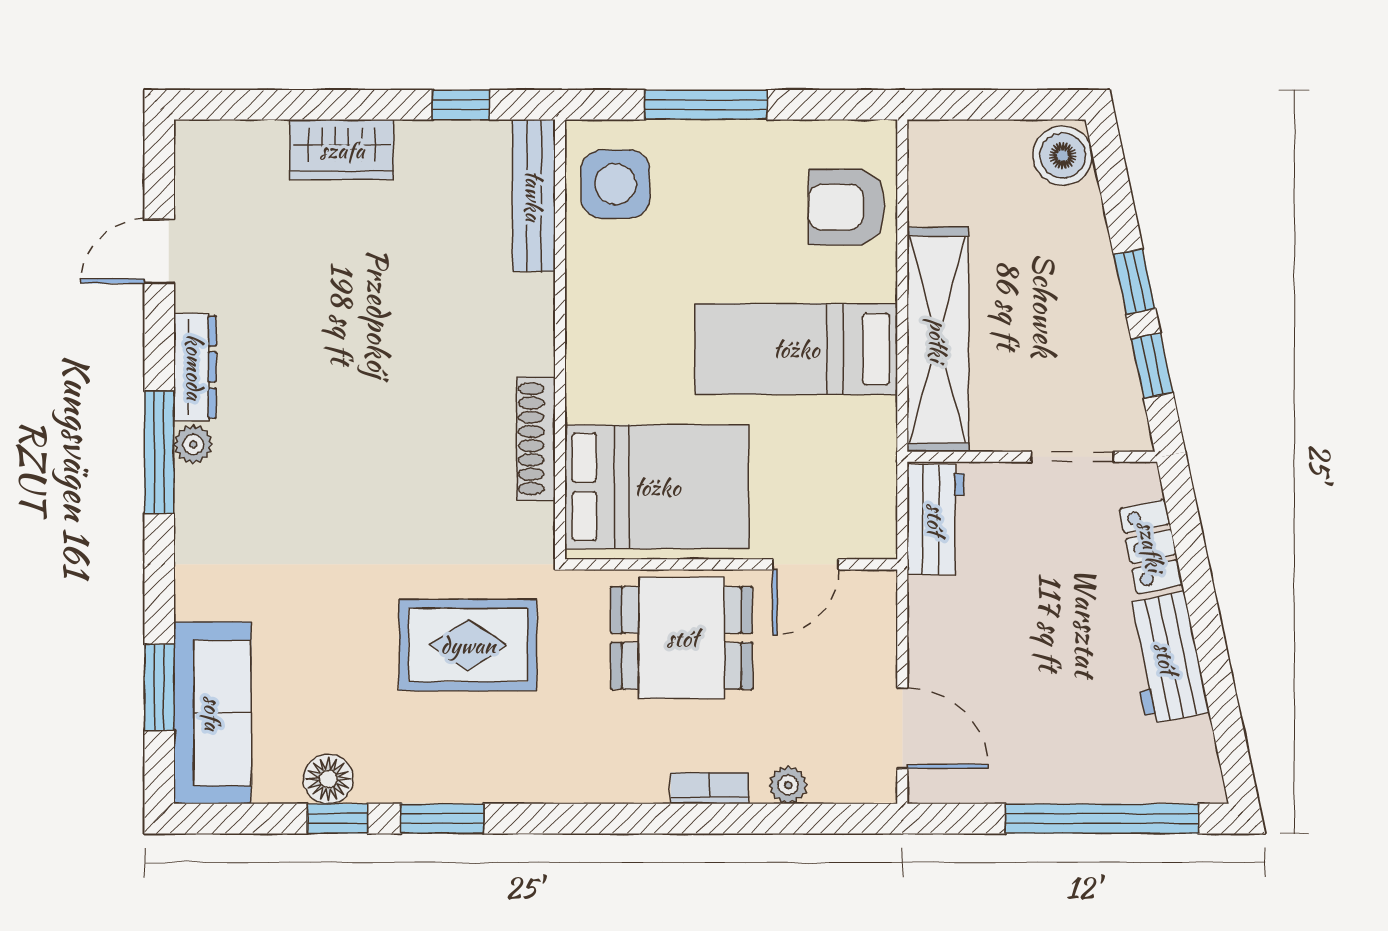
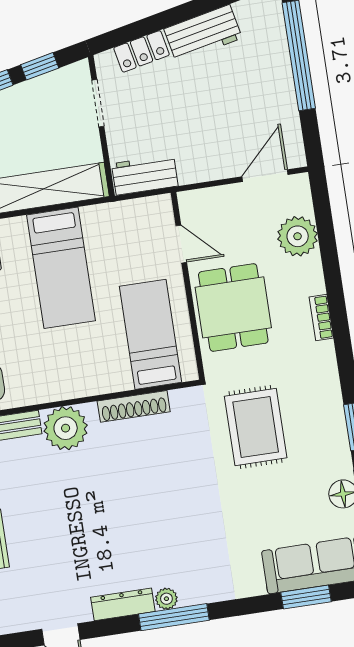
plant: (516, 314) -> (66, 428), added
bed: (657, 487) -> (151, 334), width x0.67
plant: (788, 785) -> (298, 236), width x1.88, depth x1.88
bookcase: (710, 788) -> (321, 318), moved

